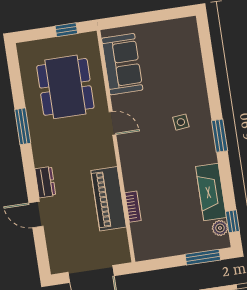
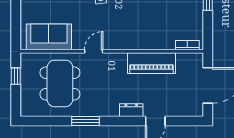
dining table: (65, 87) -> (60, 83), turned 90
bookcase: (133, 207) -> (187, 45), moved

